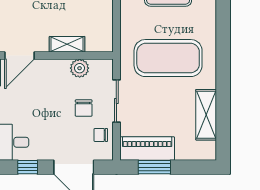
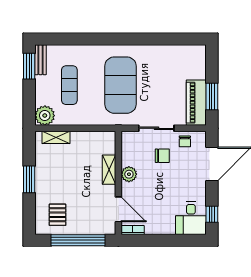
plant: (80, 68) -> (129, 174), moved
shelving: (206, 115) -> (168, 53), removed
window: (28, 167) -> (212, 214), moved

